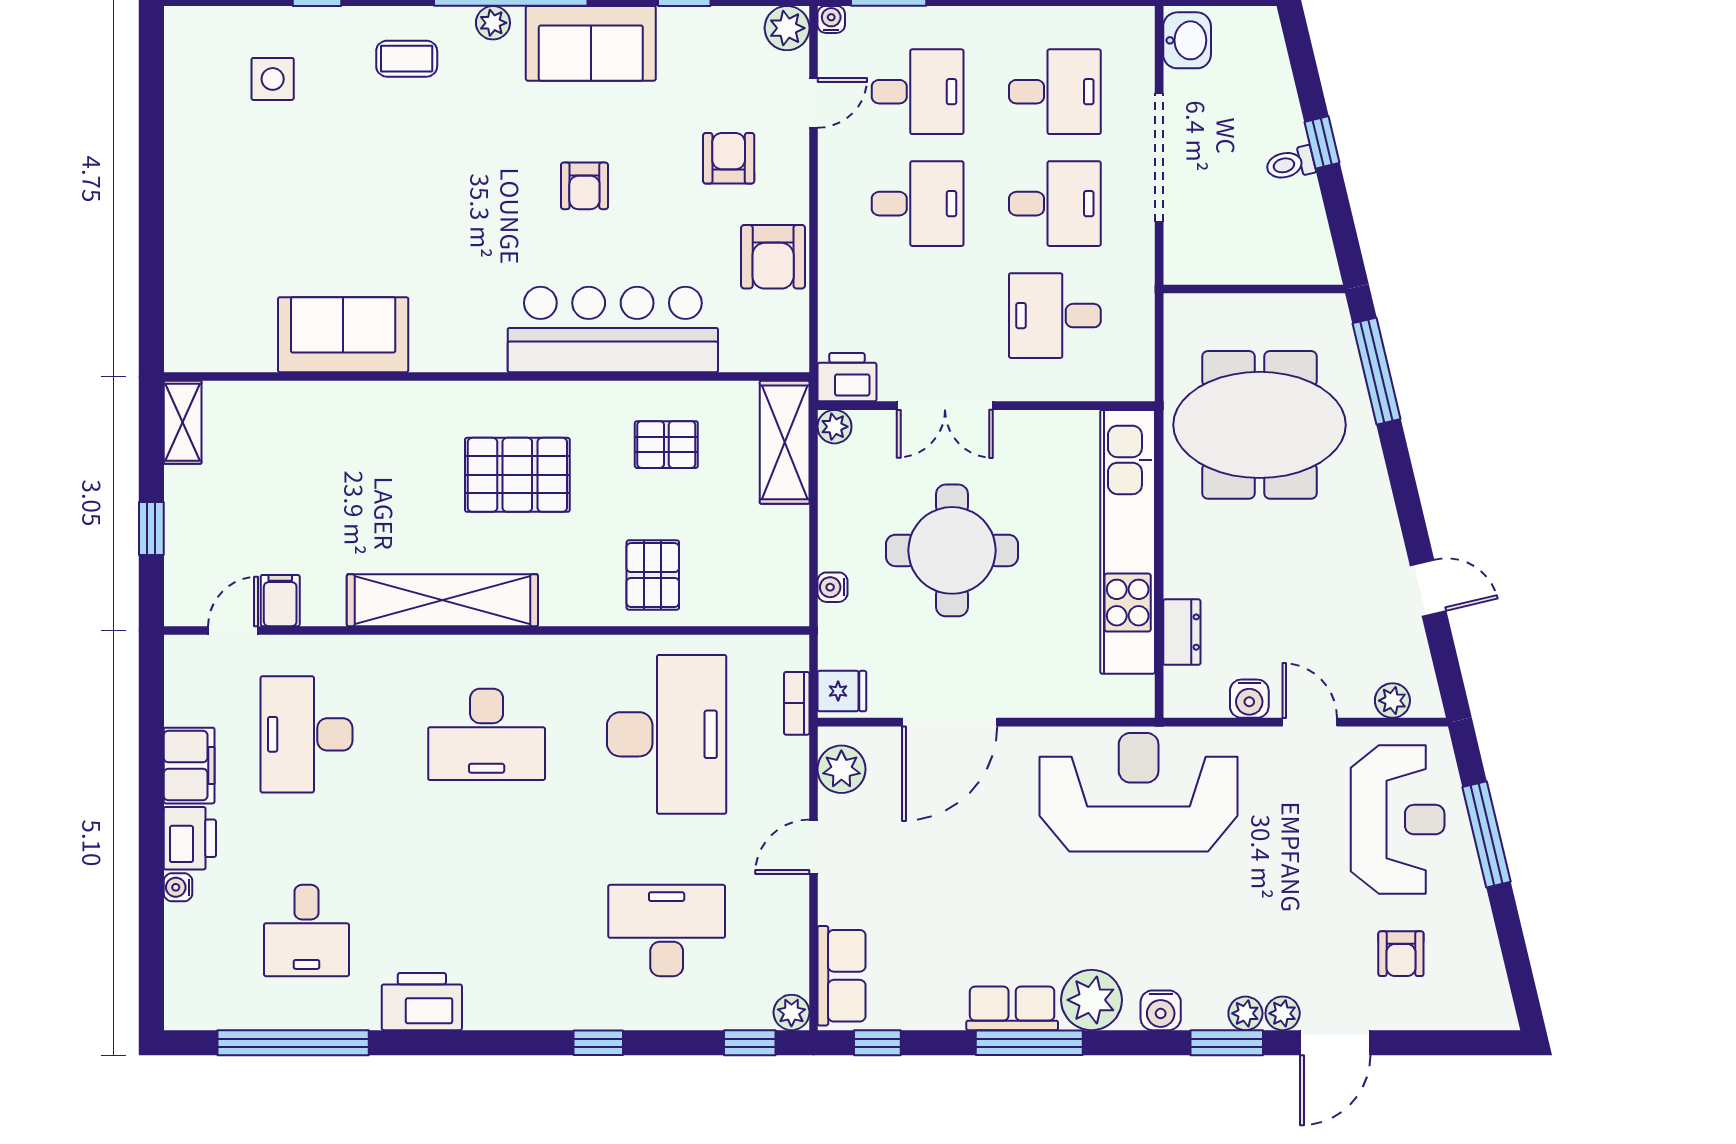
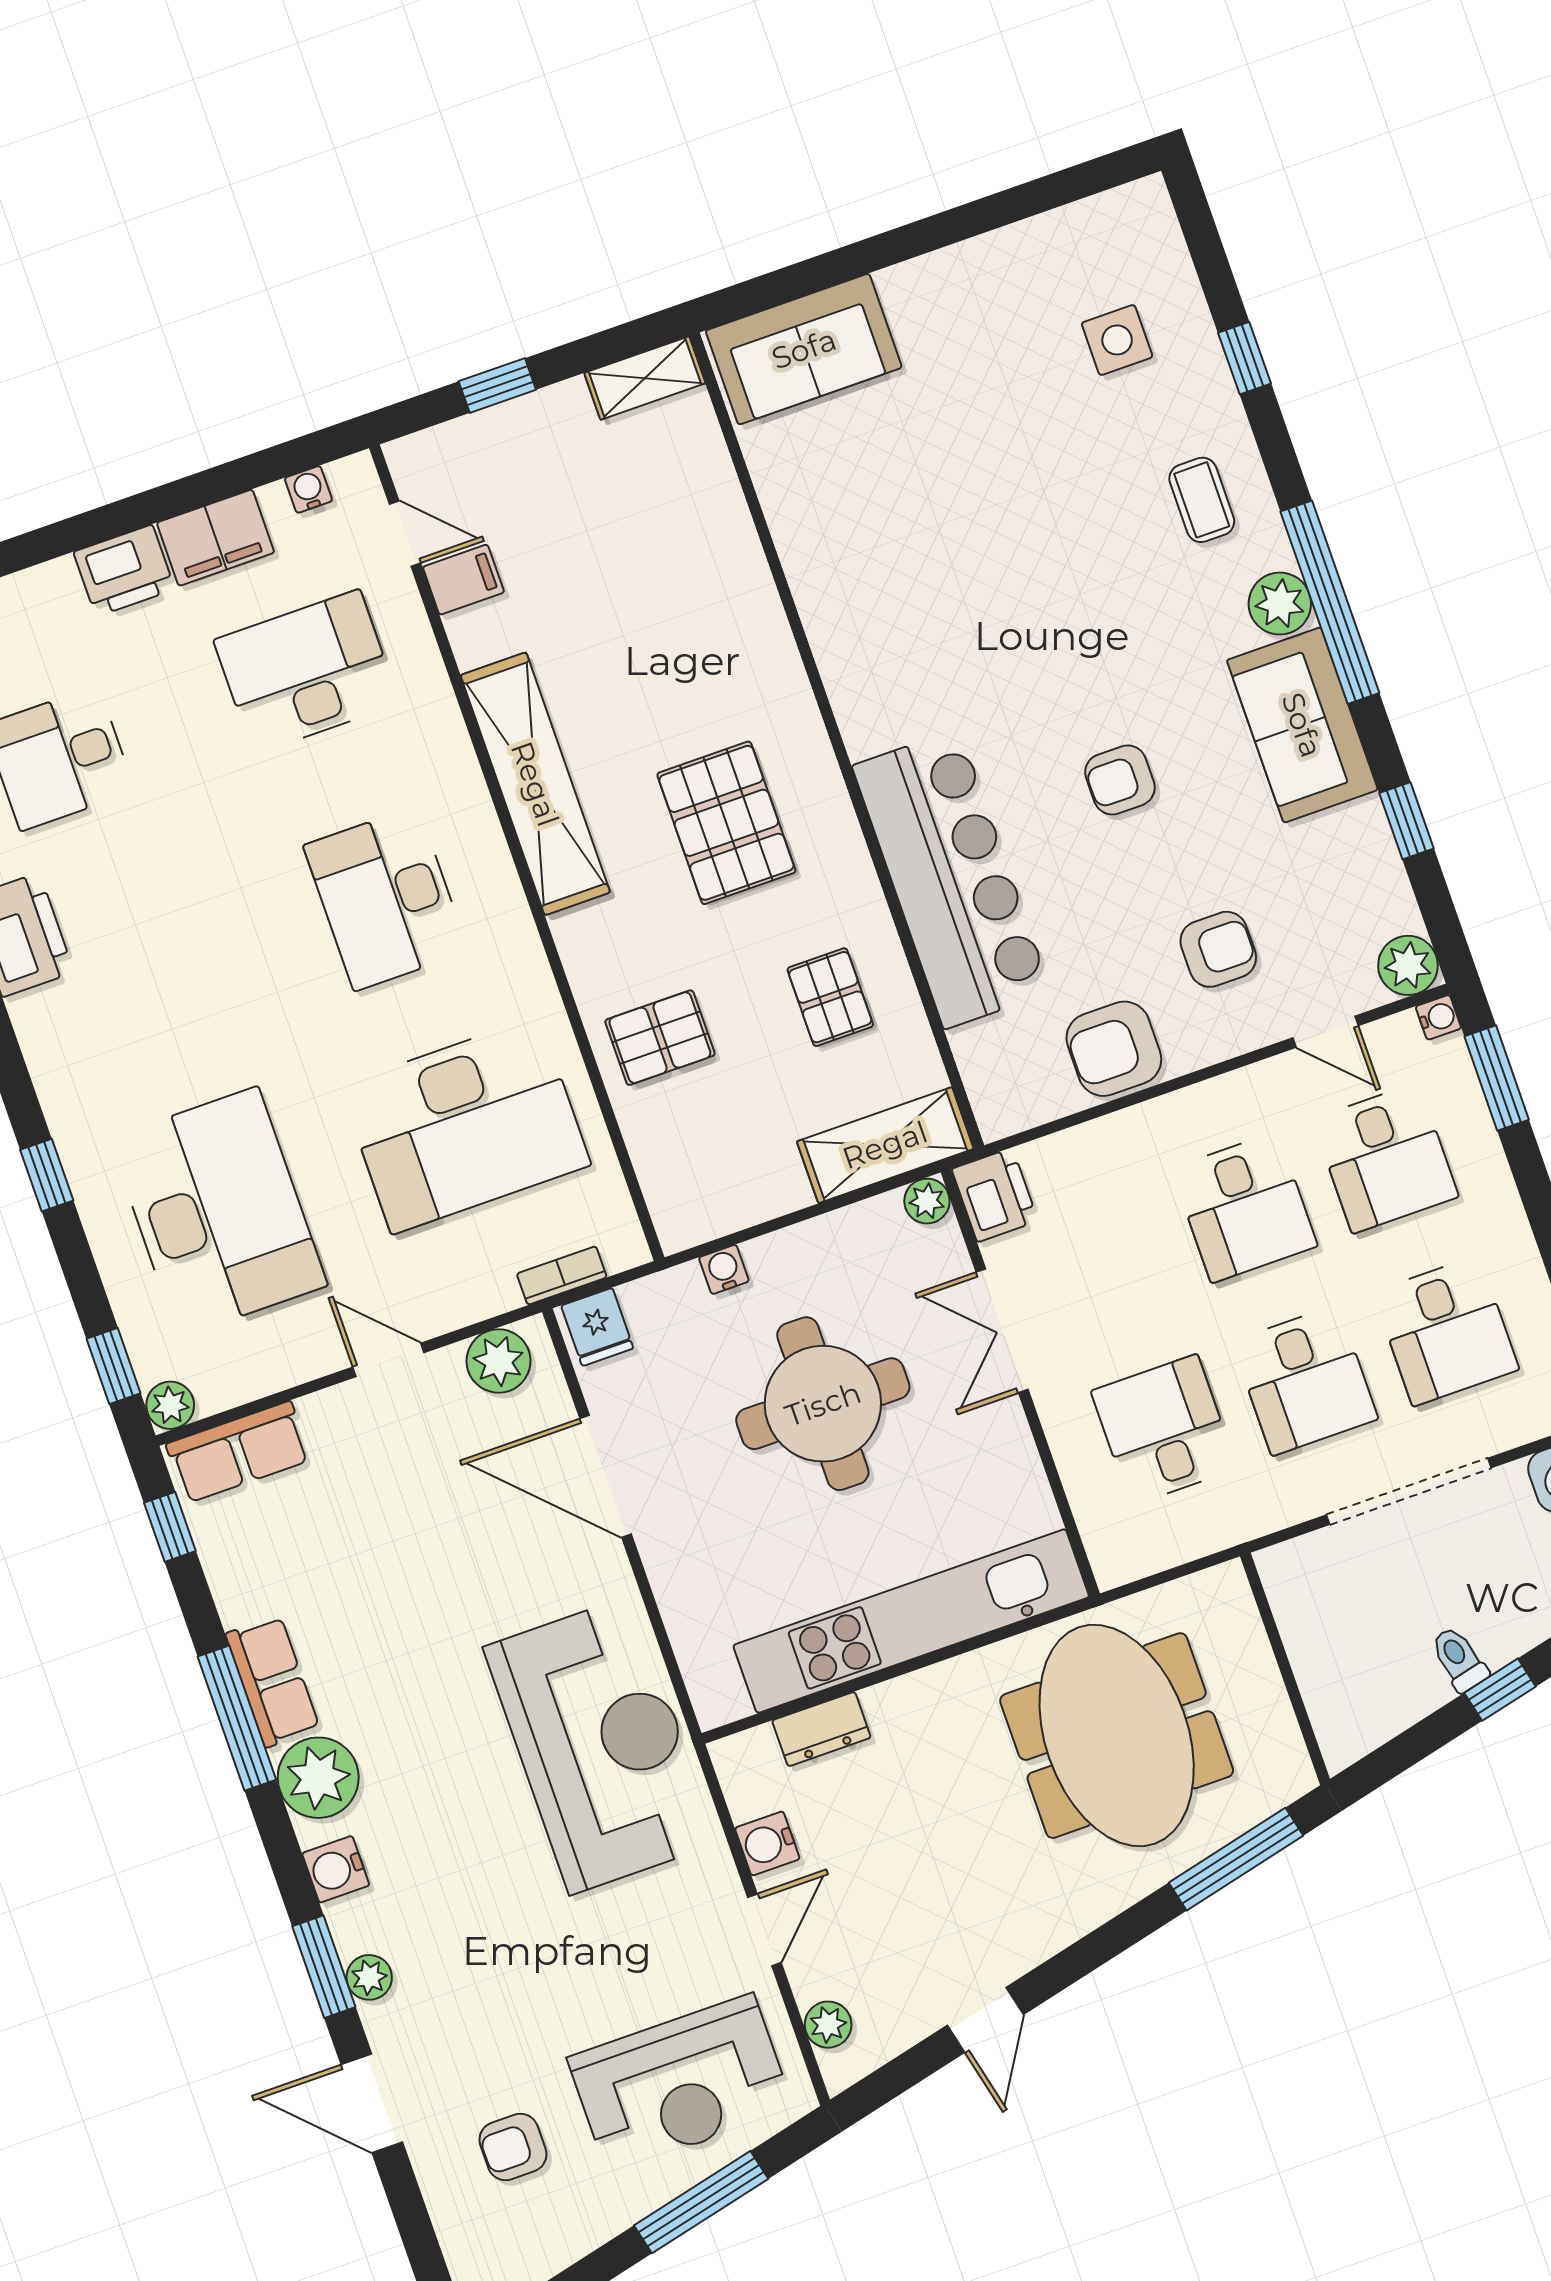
plant: (493, 23) -> (1280, 604), width x1.38, depth x1.38
sofa: (343, 335) -> (804, 349), moved, turned 90
water cooler: (178, 887) -> (308, 489), moved
desk: (667, 931) -> (218, 1212), width x1.36, depth x1.30
plant: (1283, 1013) -> (386, 2024), removed

